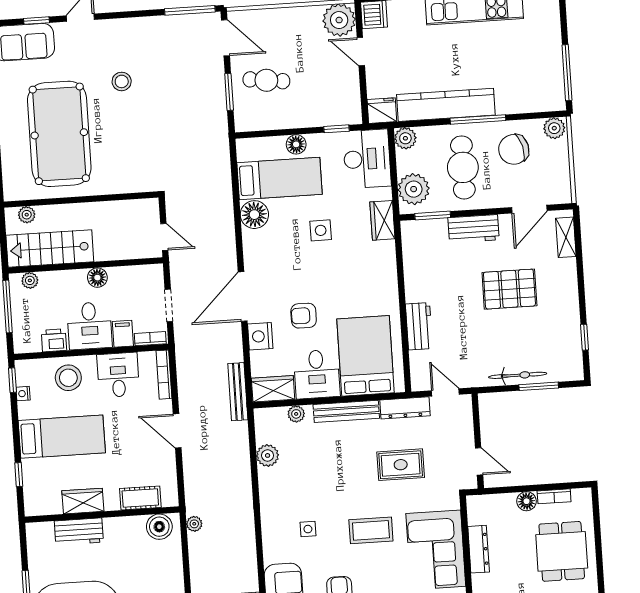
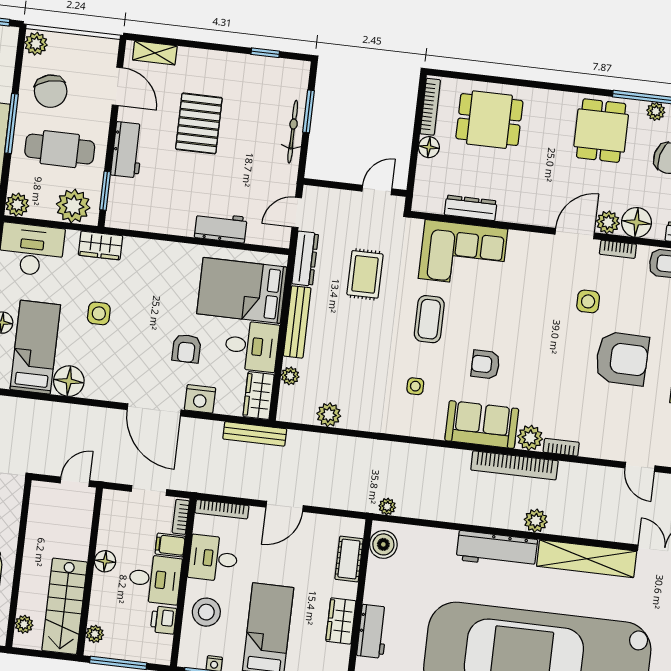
bookcase: (554, 496) -> (430, 107), width x1.56

